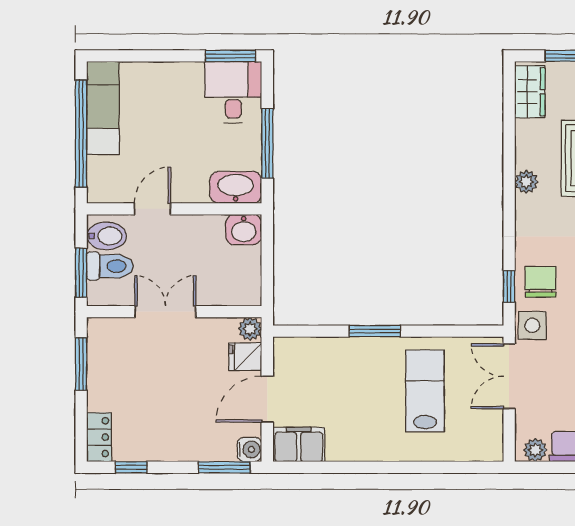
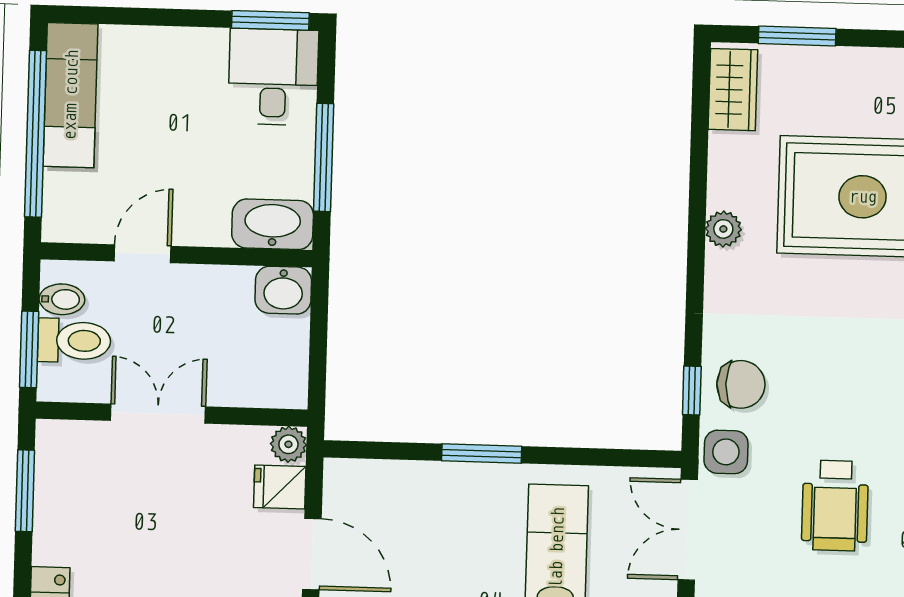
bidet: (107, 236) -> (62, 299), width x0.72, depth x0.74
chair: (541, 282) -> (741, 384), turned 90
door: (267, 399) -> (312, 554), swing flipped

